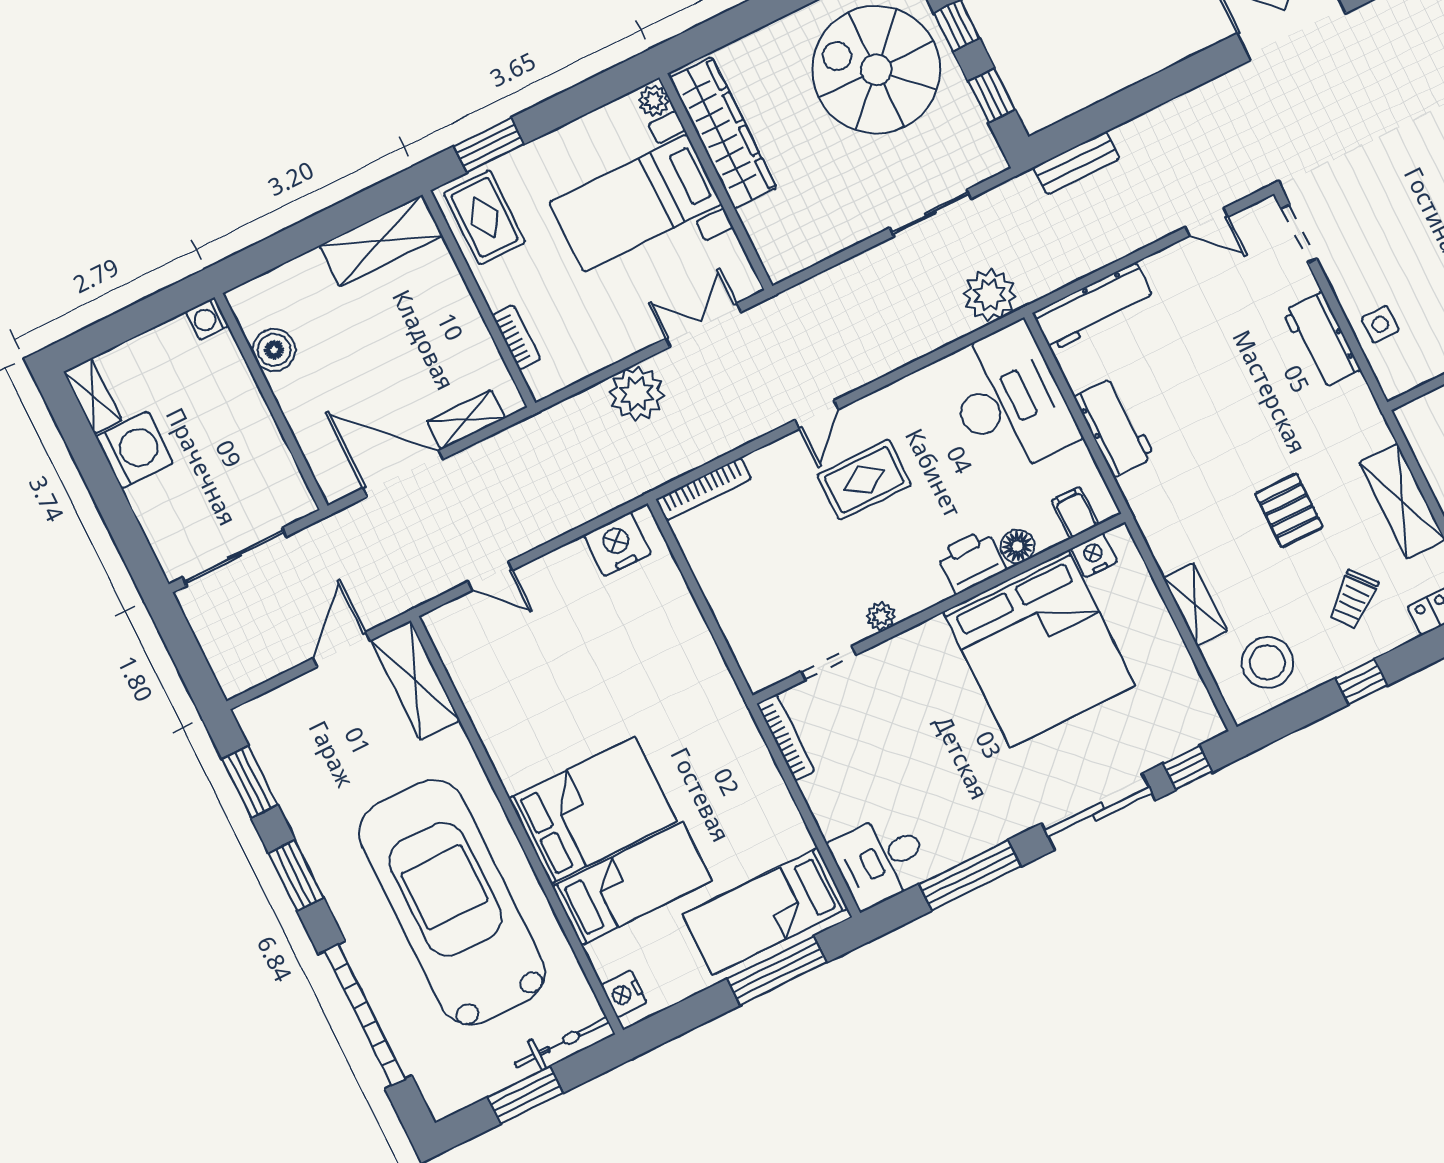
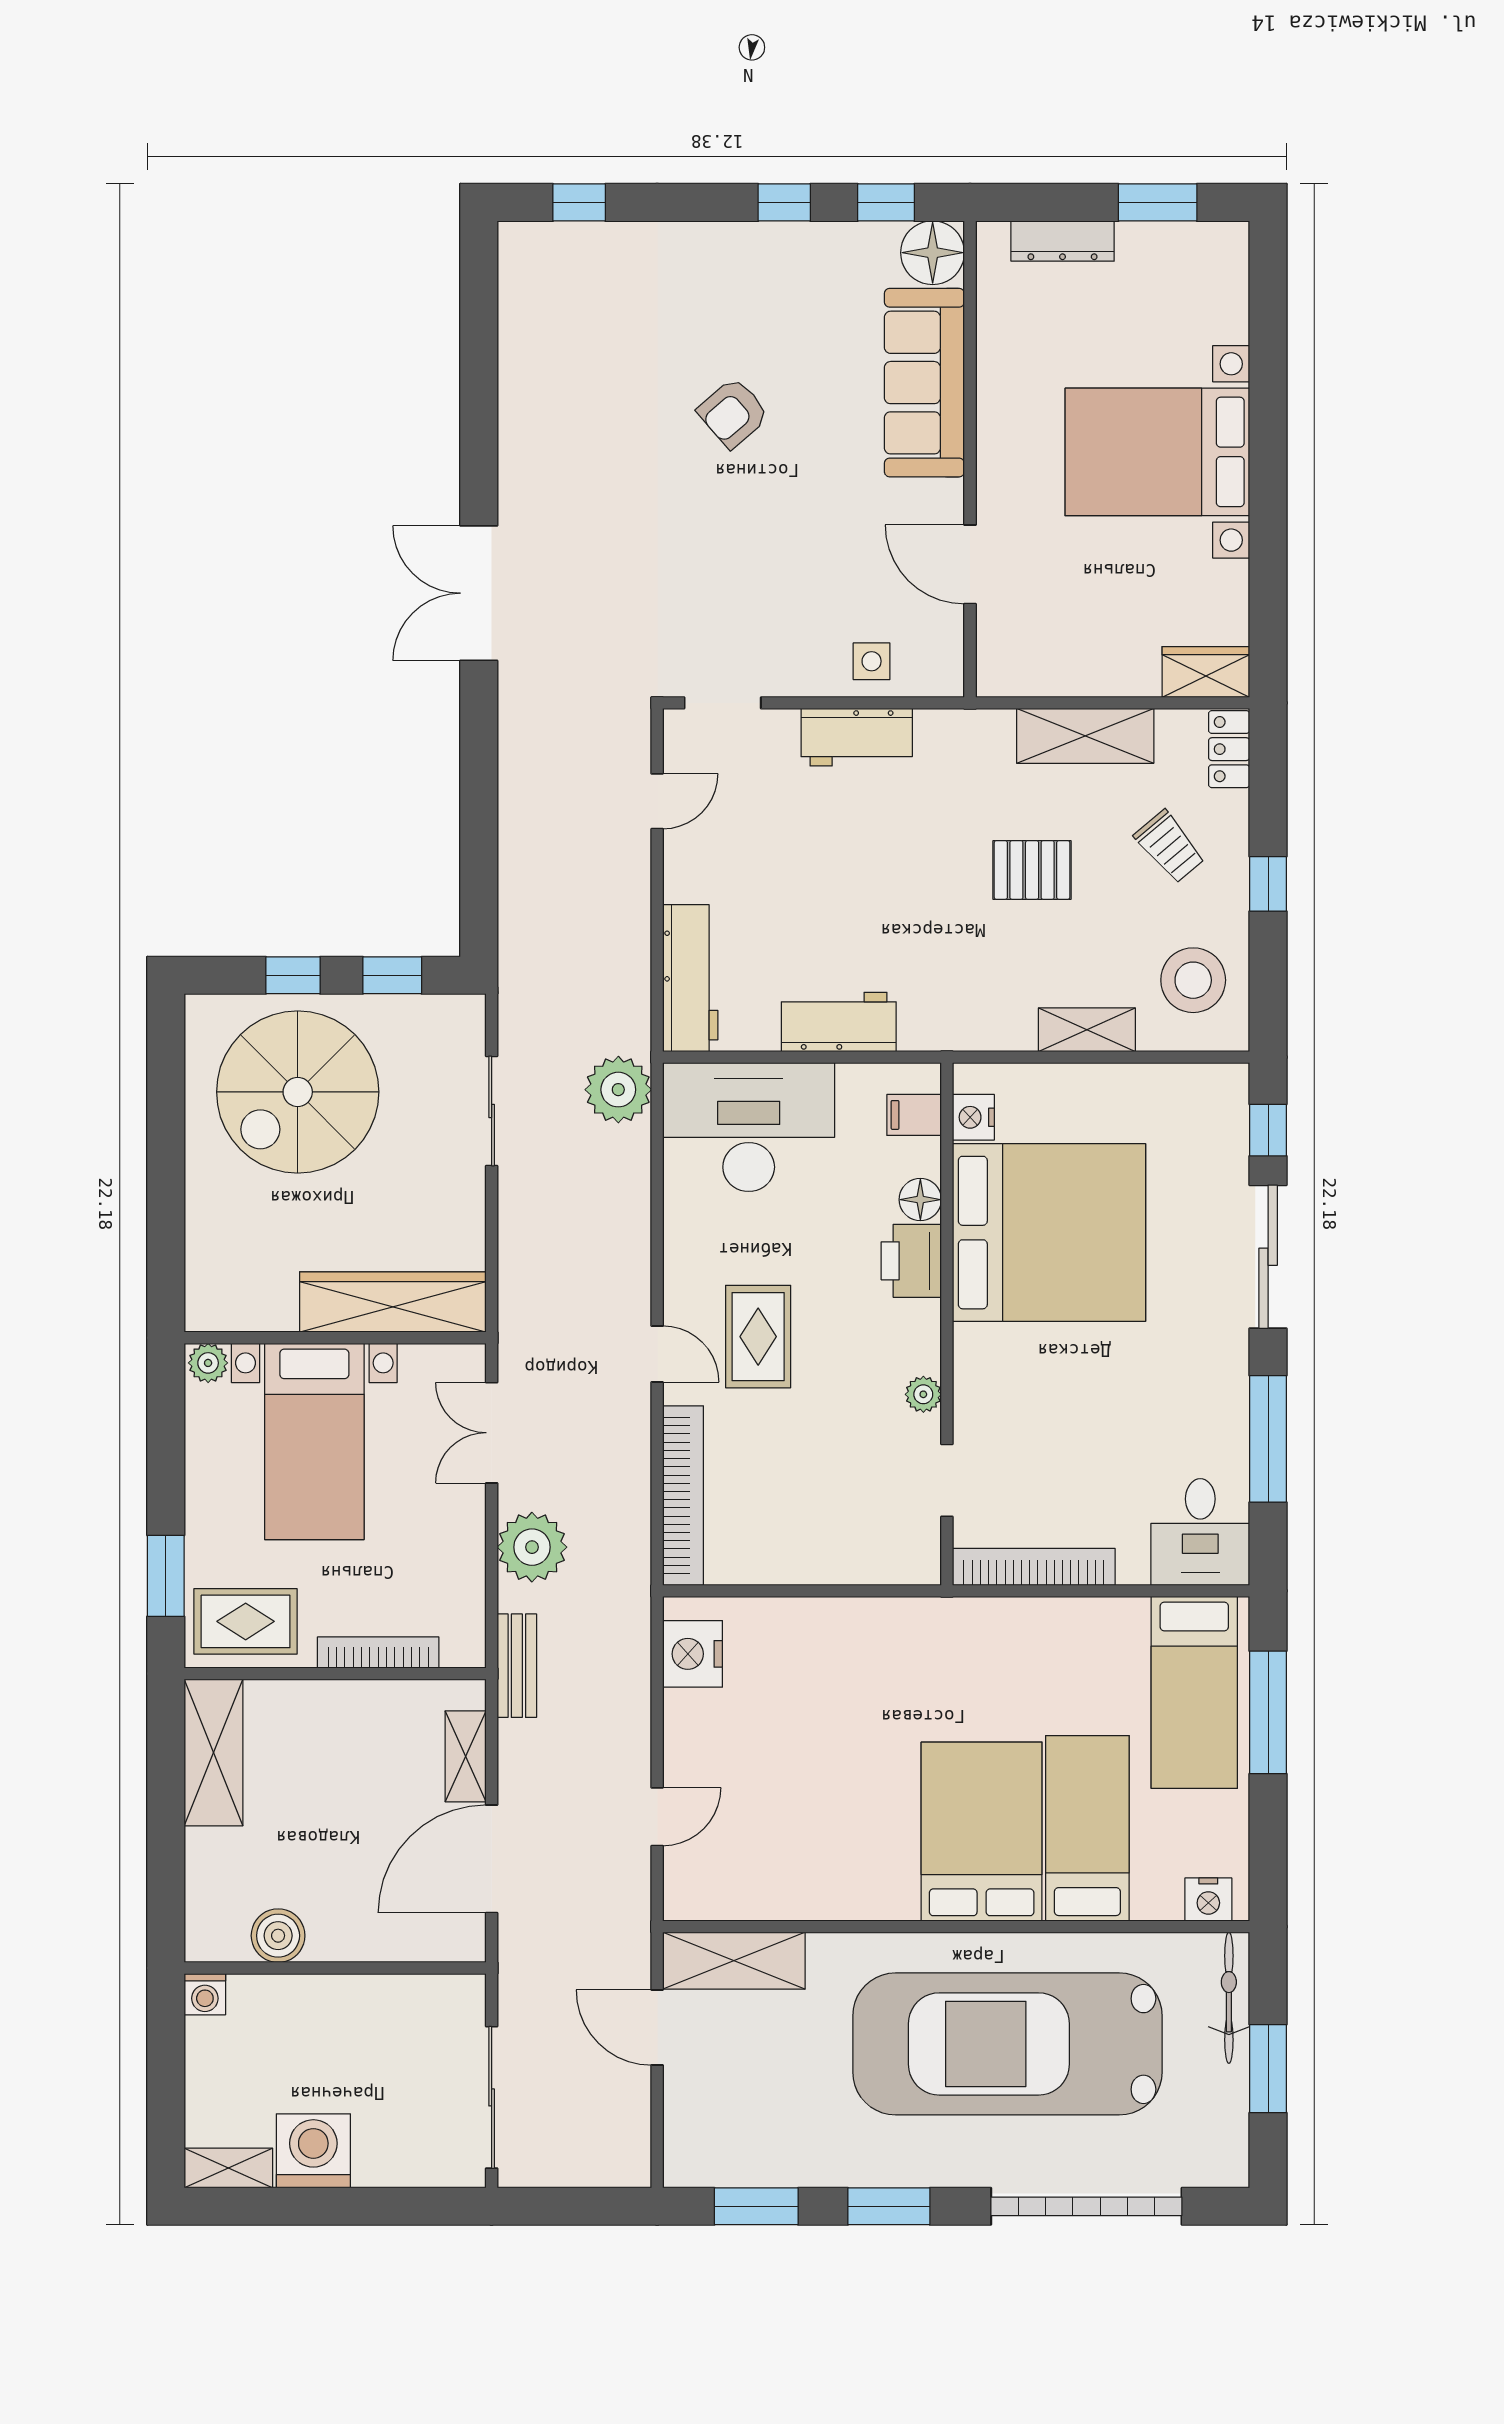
wardrobe: (723, 133) -> (393, 1302), moved
bench: (1076, 163) -> (517, 1666), moved
bookcase: (516, 337) -> (378, 1653), width x1.56
bookcase: (704, 489) -> (683, 1496), width x1.48, depth x1.31
bookcase: (786, 738) -> (1034, 1567), width x1.48, depth x1.31

